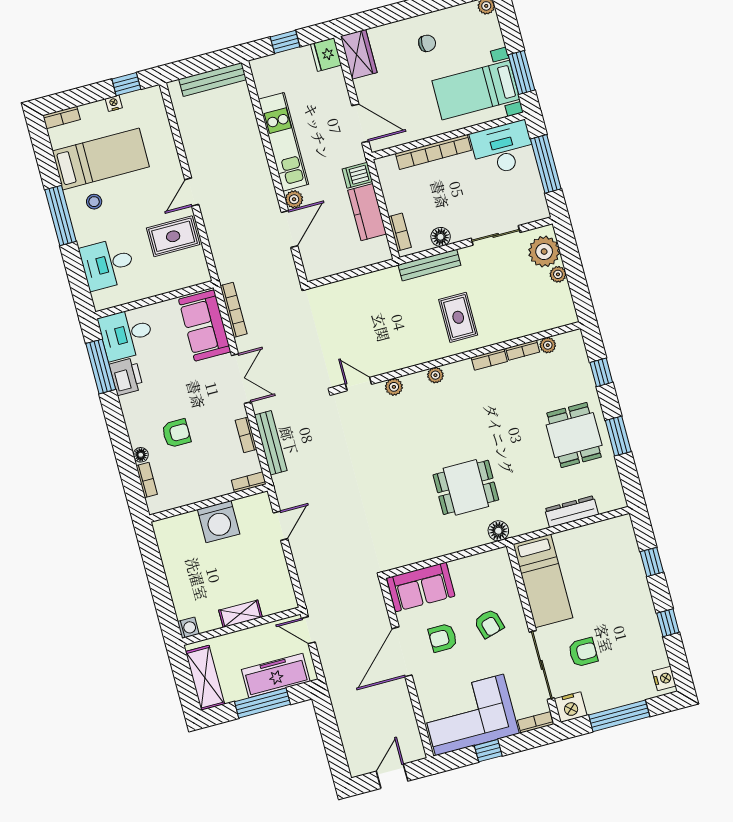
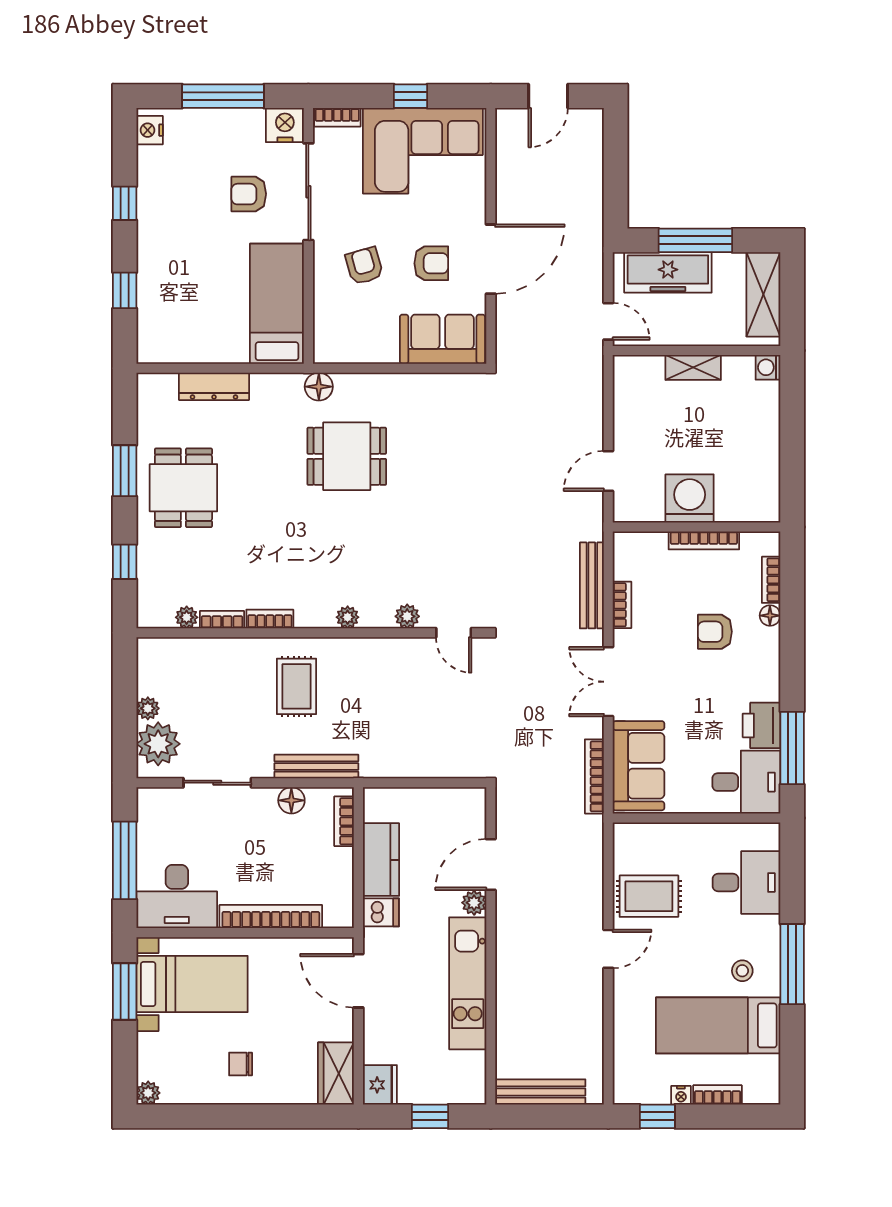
bookcase: (61, 117) -> (718, 1095), moved
bookcase: (249, 482) -> (704, 540), moved, width x1.56

